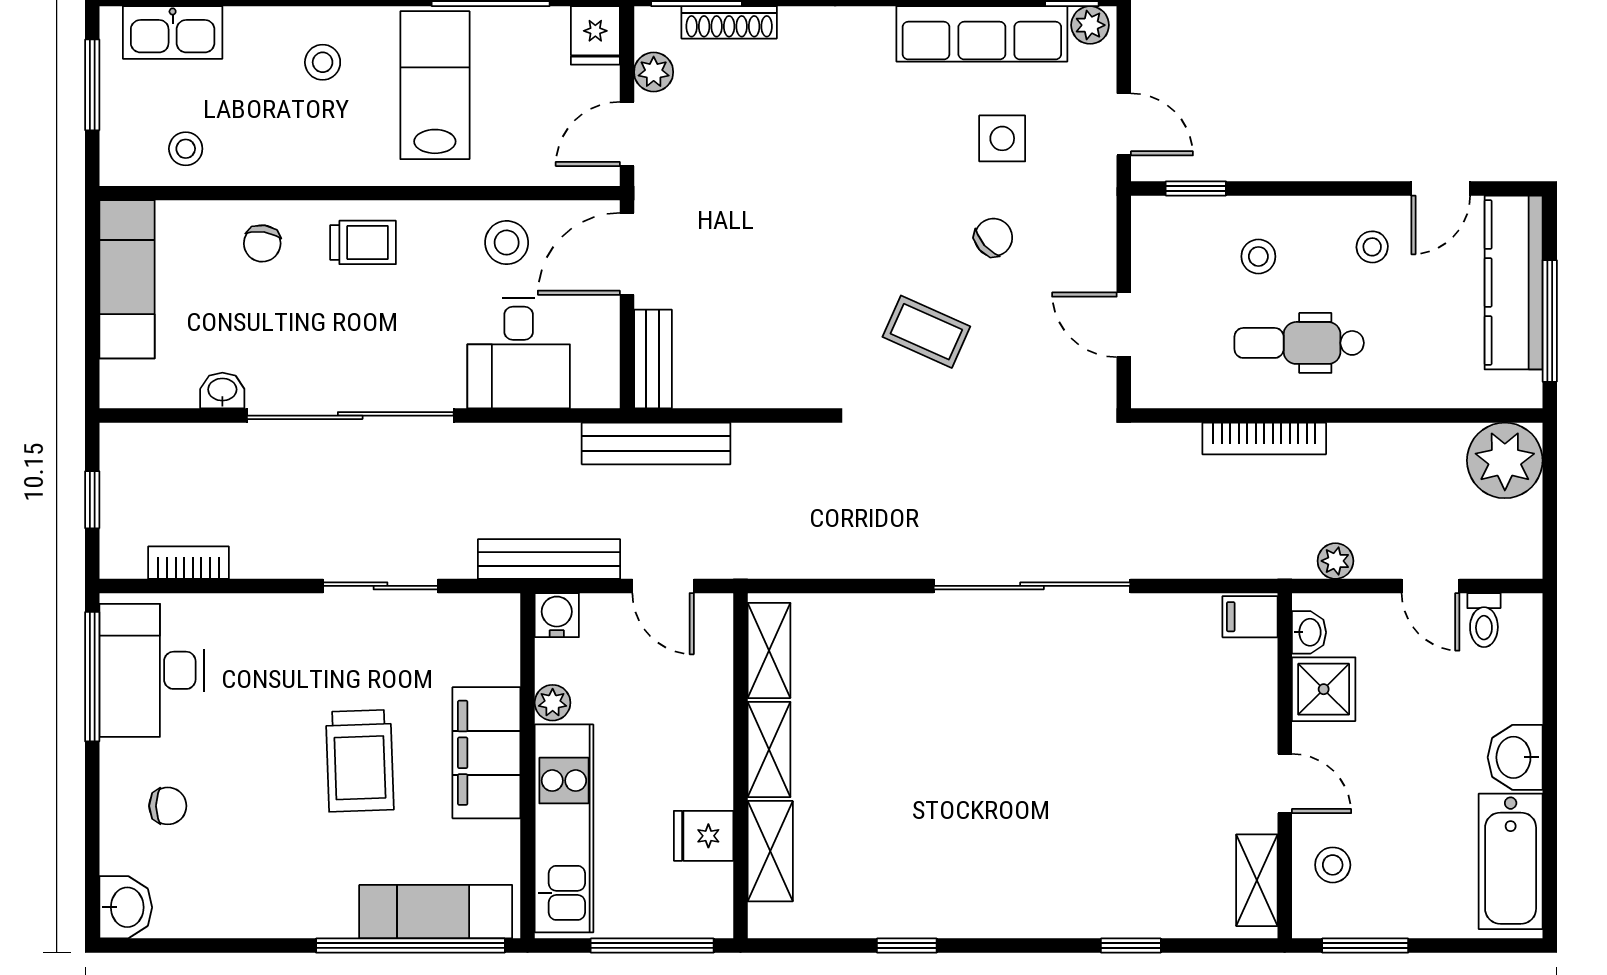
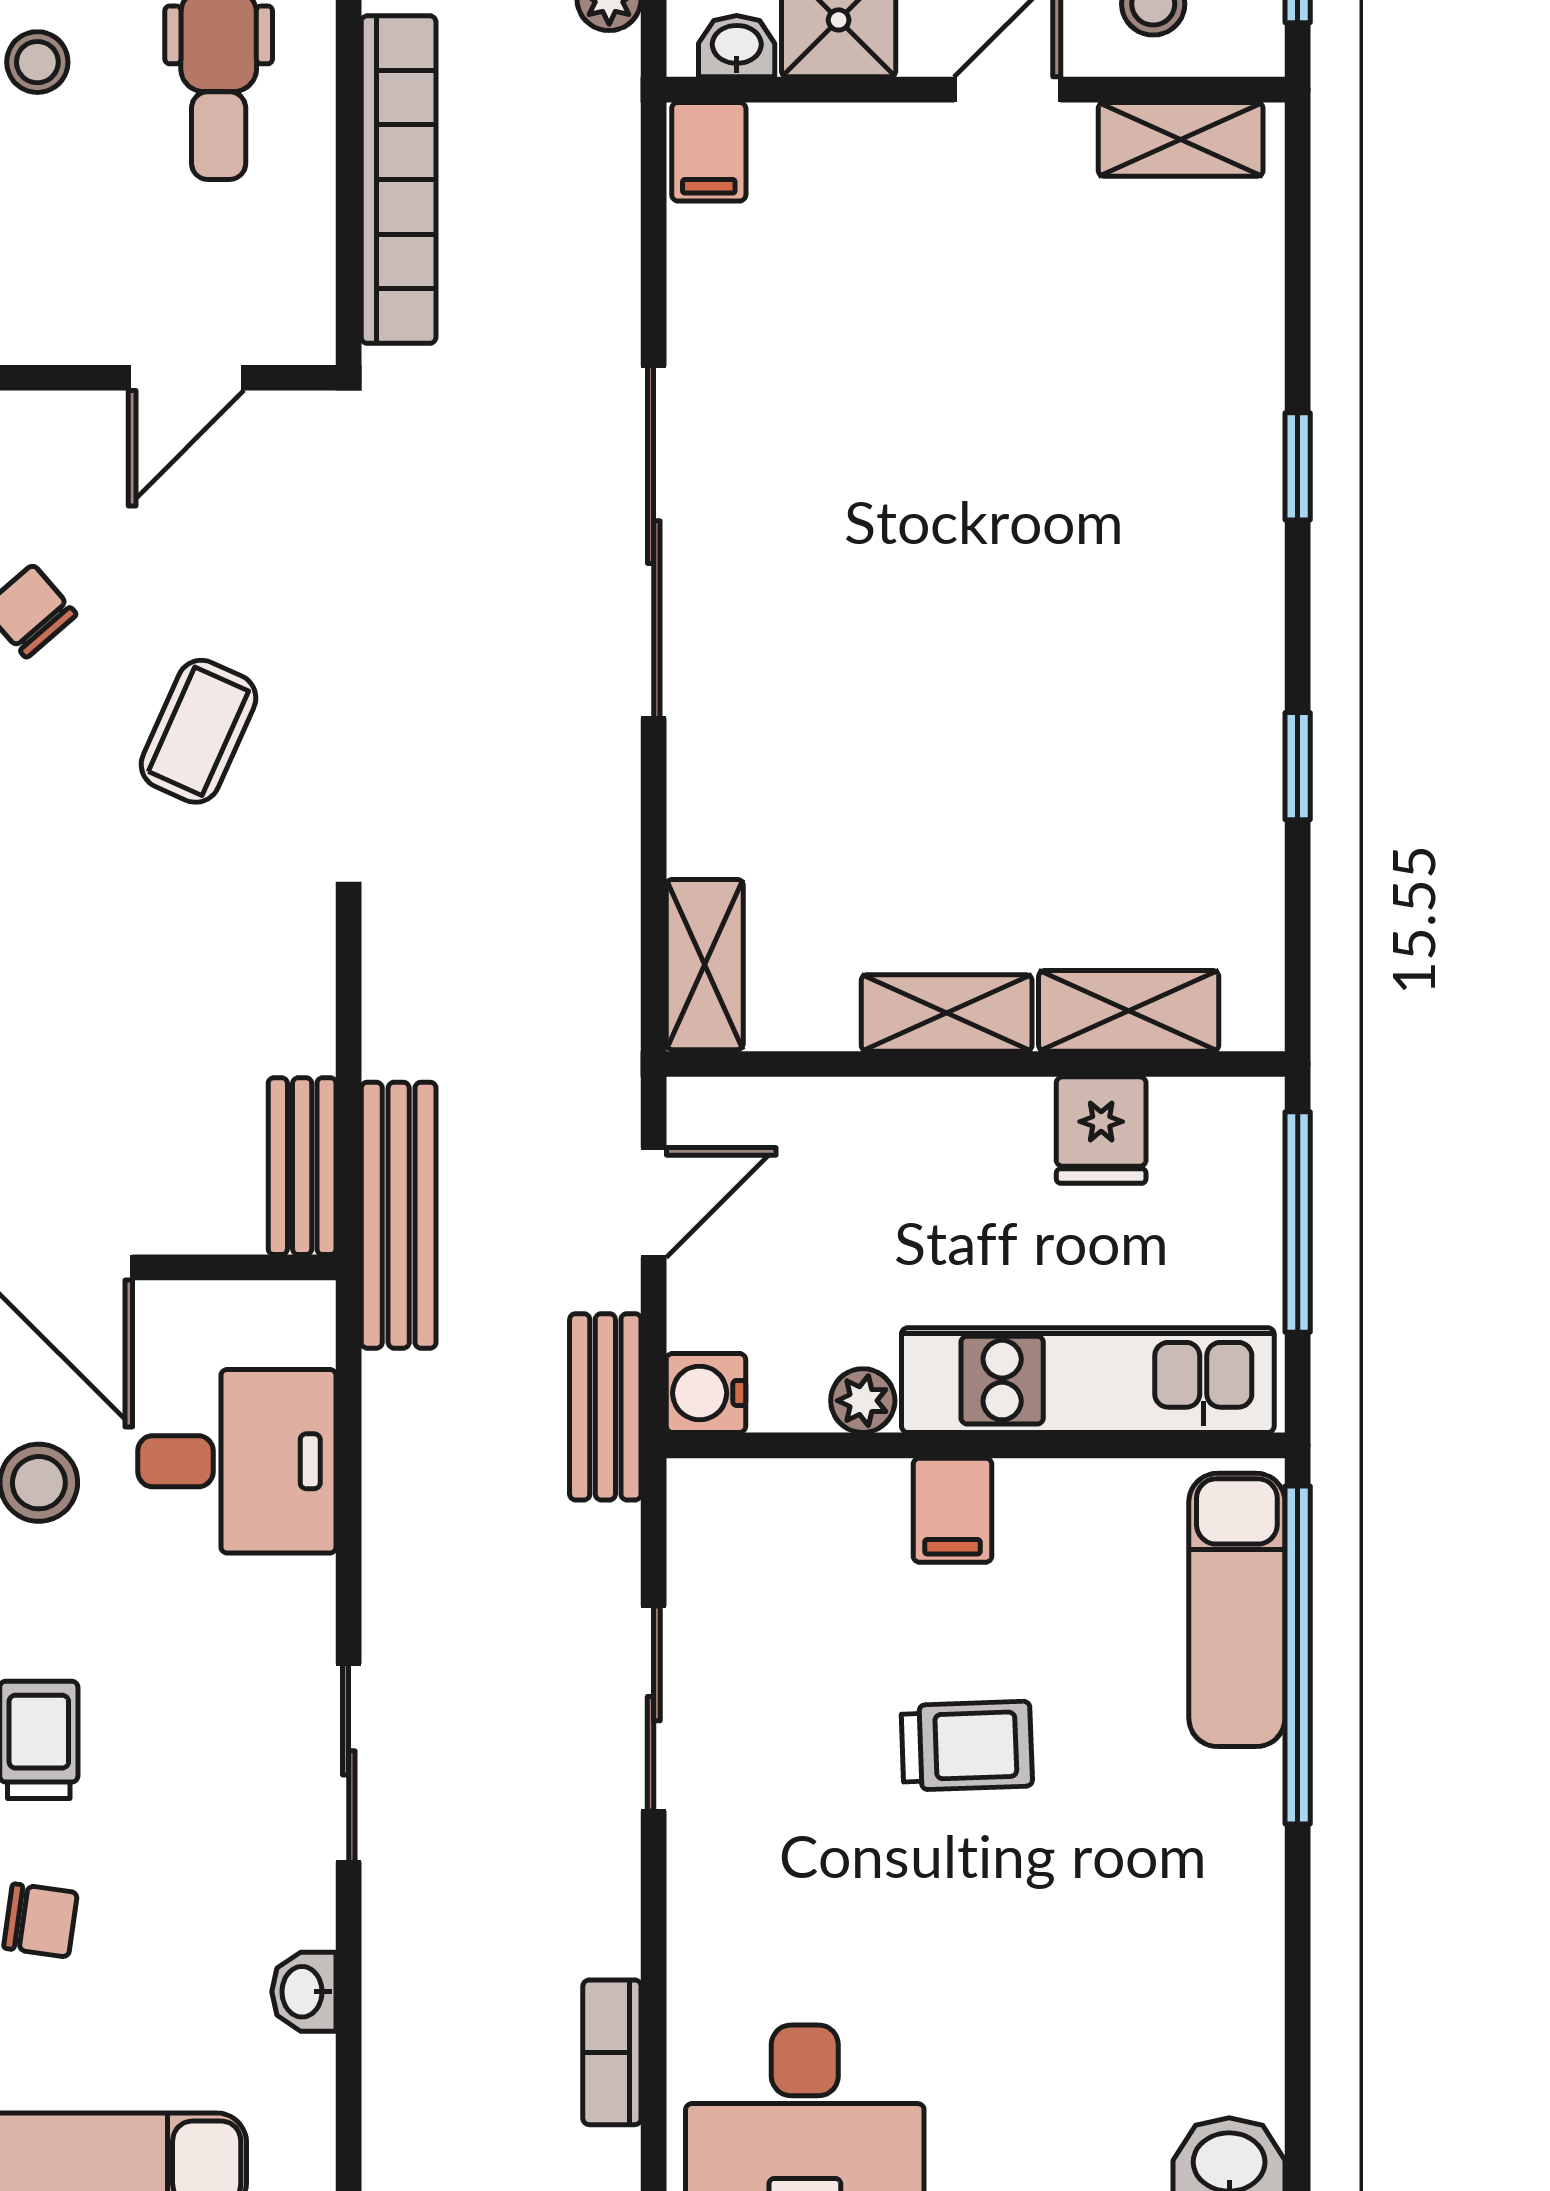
stool: (1258, 256) -> (37, 62), moved
bench: (653, 359) -> (302, 1166), moved, turned 90
sliding door: (350, 416) -> (349, 1763), width x0.54
bookcase: (1264, 438) -> (399, 180), width x1.48, depth x1.31
bench: (549, 559) -> (605, 1407), width x0.73
shelving: (769, 650) -> (705, 965), moved, turned 90
filing cabinet: (486, 753) -> (952, 1510), width x0.33, depth x0.86
trolley: (360, 761) -> (967, 1746), width x0.73, depth x0.72
chair: (168, 806) -> (1048, 2089), removed
window: (1131, 946) -> (1298, 466), moved

